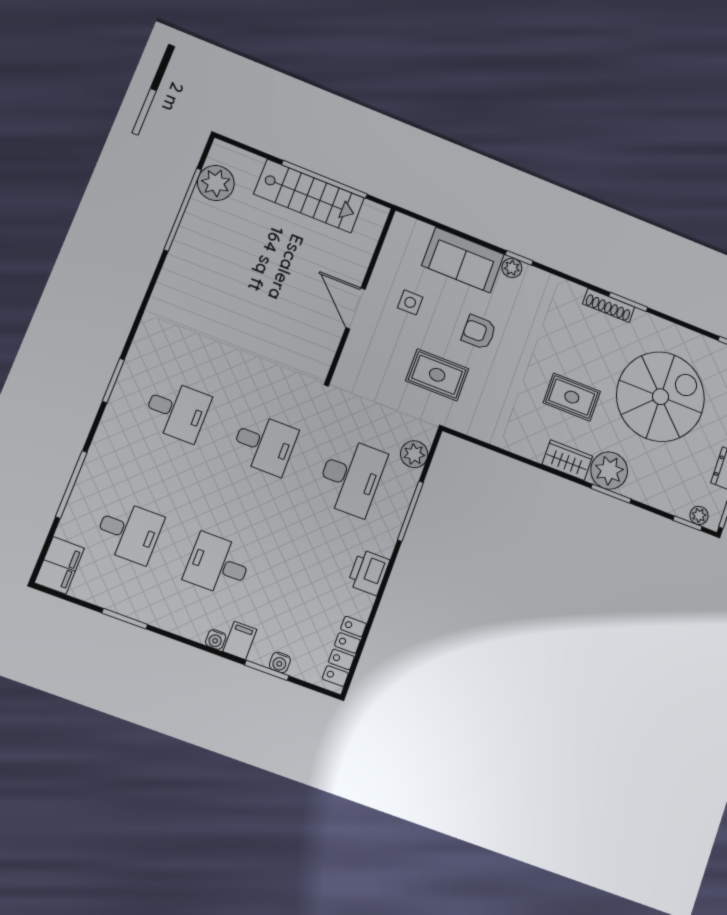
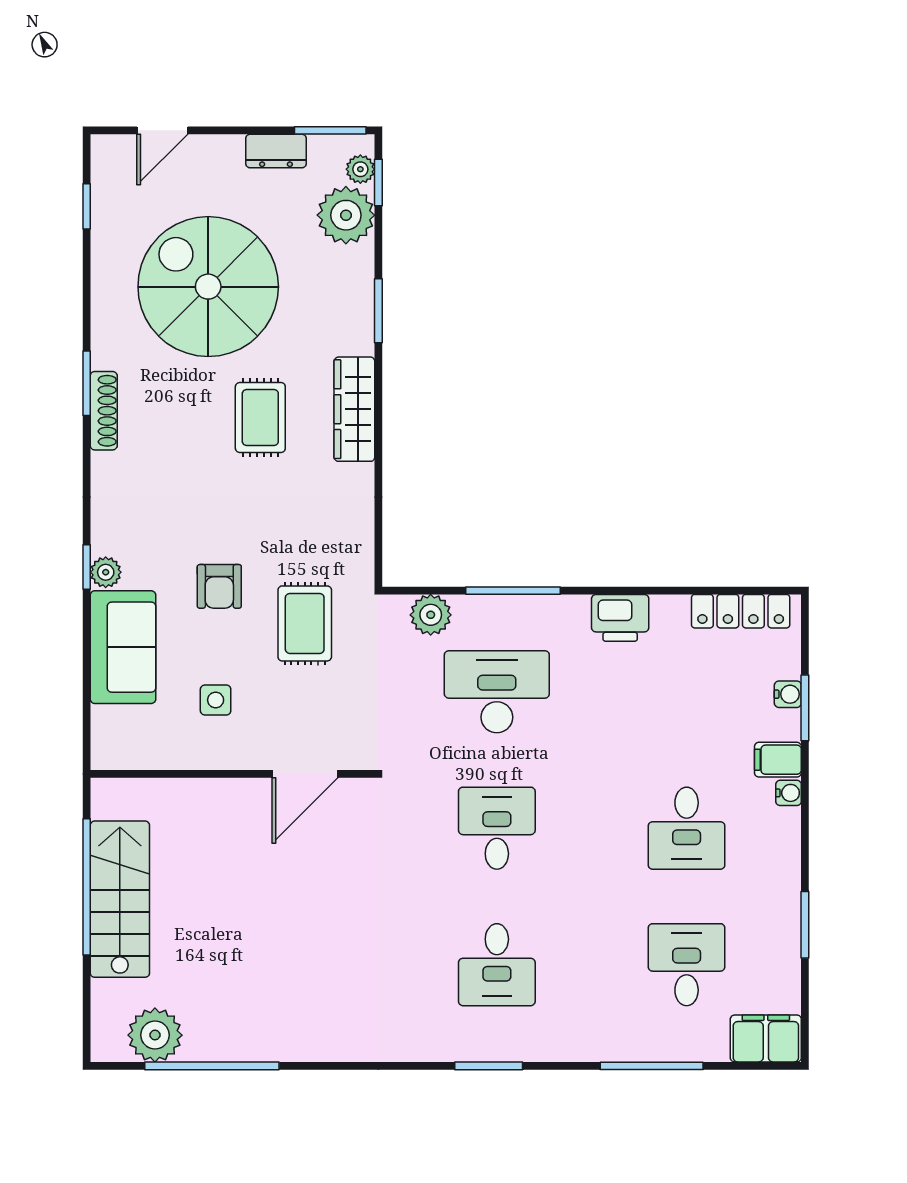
door: (355, 308) -> (305, 774), moved
desk: (177, 411) -> (497, 965), turned 180
wardrobe: (567, 460) -> (354, 409), width x1.50
plant: (609, 471) -> (346, 215), moved

